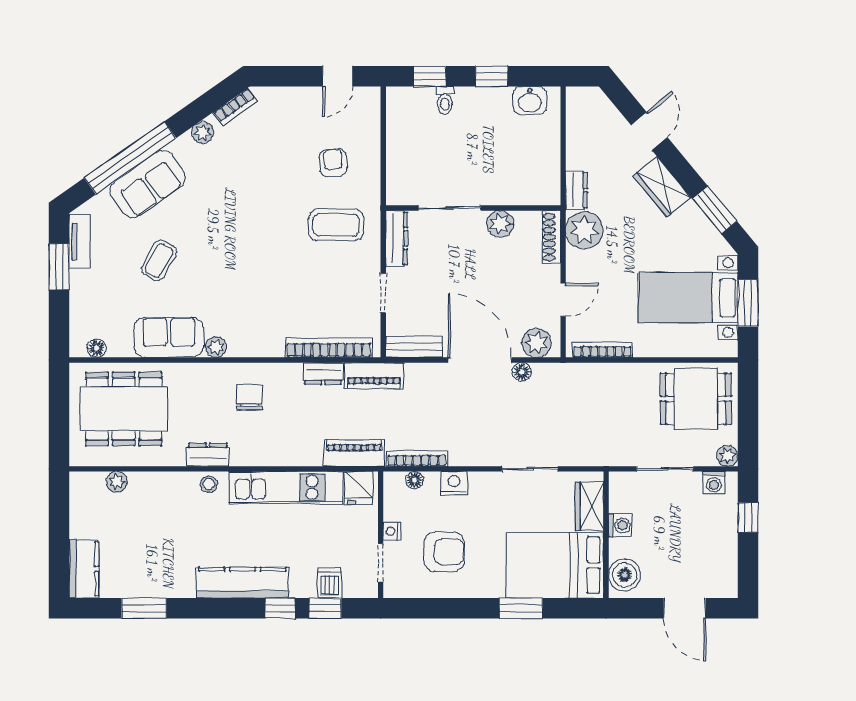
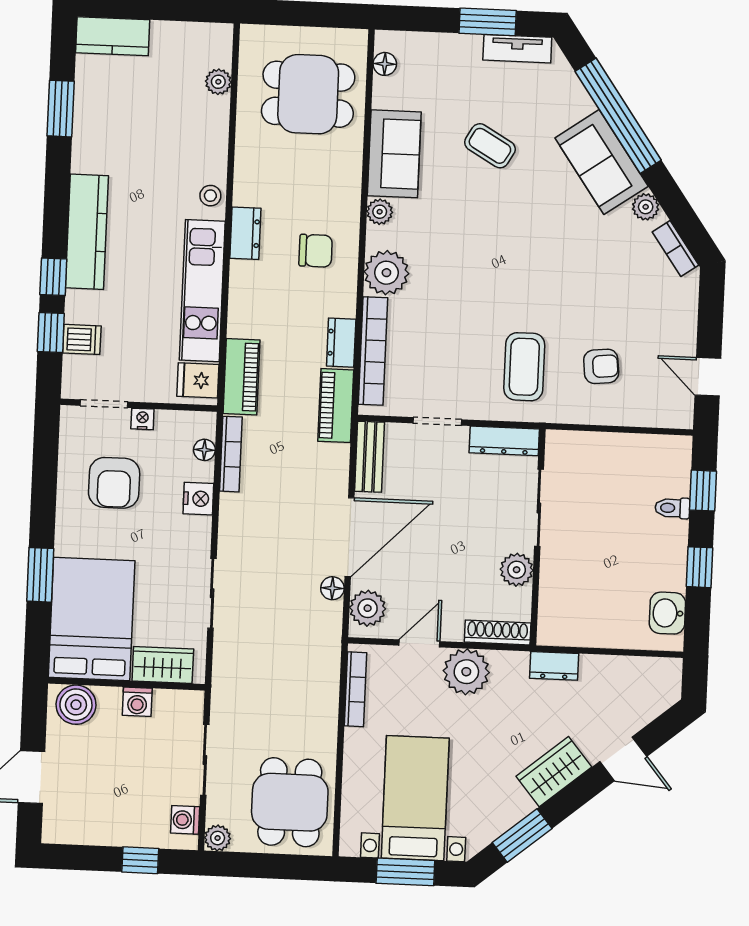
sofa: (148, 184) -> (602, 162), moved
plant: (584, 230) -> (466, 672), moved
door: (563, 300) -> (419, 643), swing flipped
plant: (265, 339) -> (386, 273), added
dining table: (124, 409) -> (308, 94), width x0.73
dresser: (208, 455) -> (245, 233), moved

